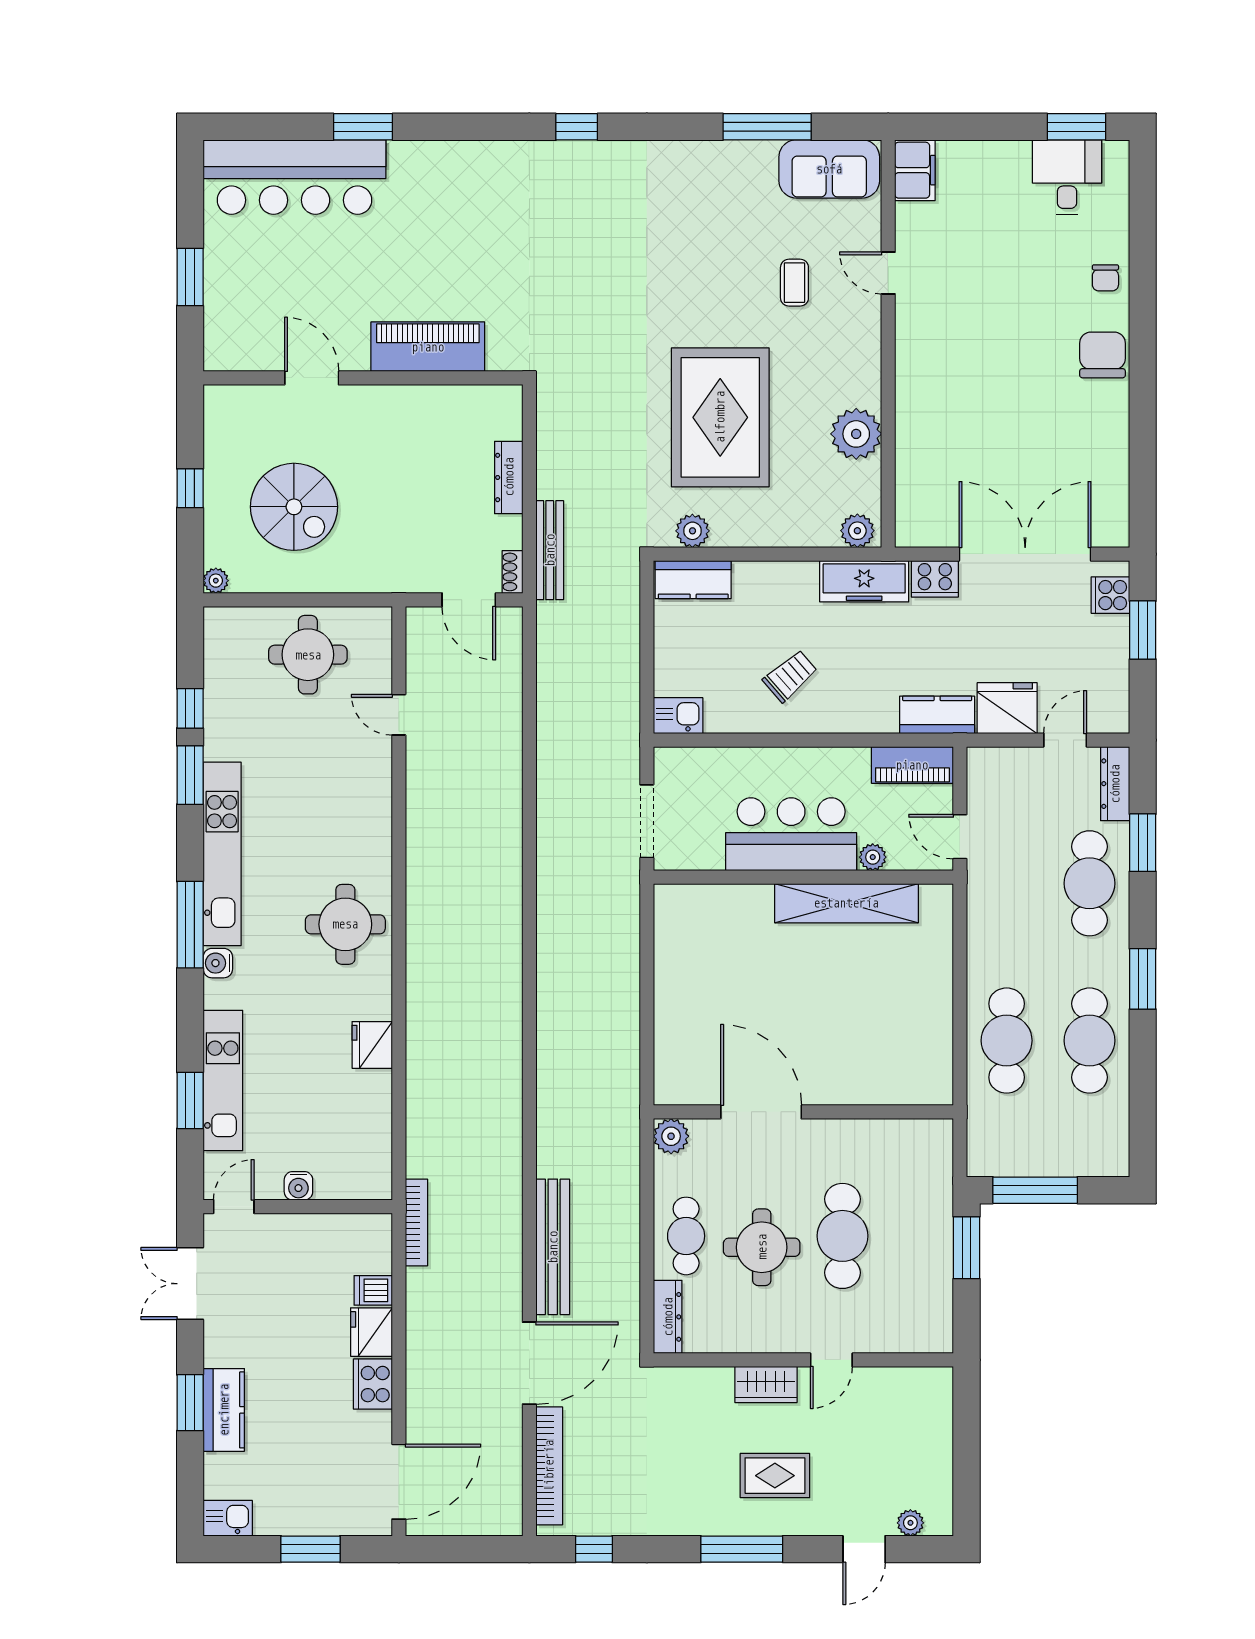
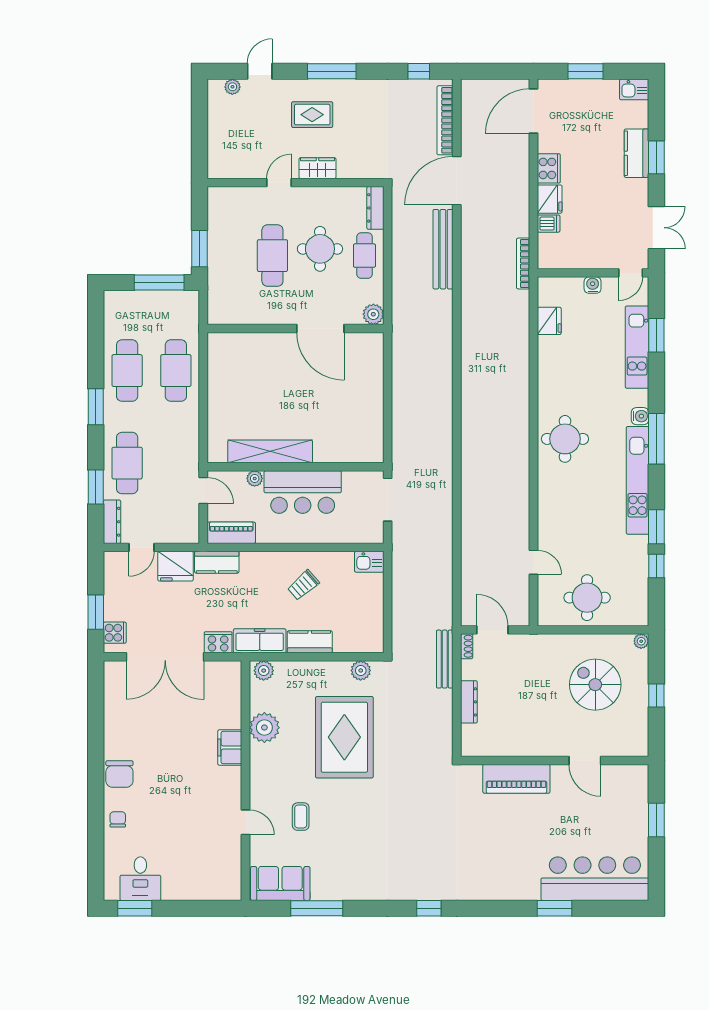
filing cabinet: (915, 170) -> (230, 748), moved
kitchen counter: (693, 580) -> (310, 642), moved
fridge: (372, 1045) -> (549, 321), moved

